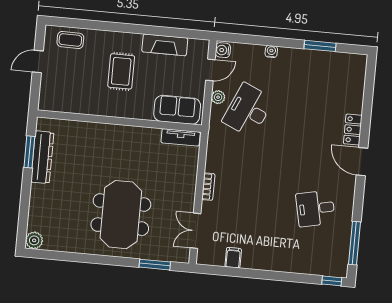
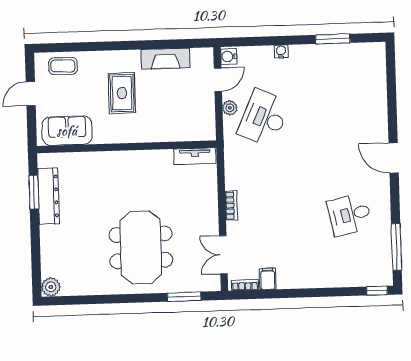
sofa: (177, 110) -> (67, 131), moved
locker: (353, 130) -> (379, 125), removed
bookcase: (212, 261) -> (245, 285), added

